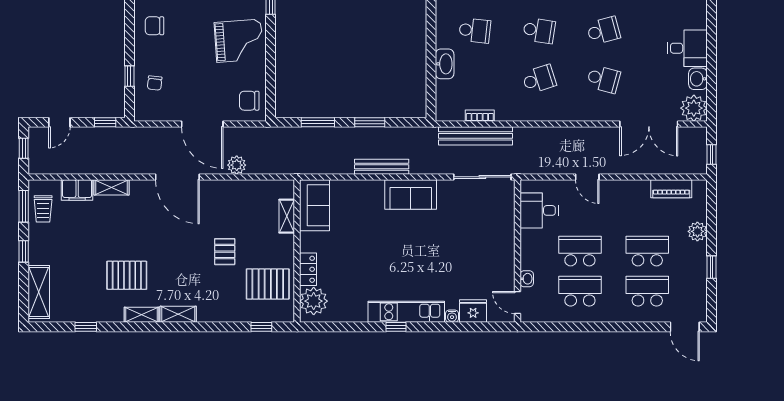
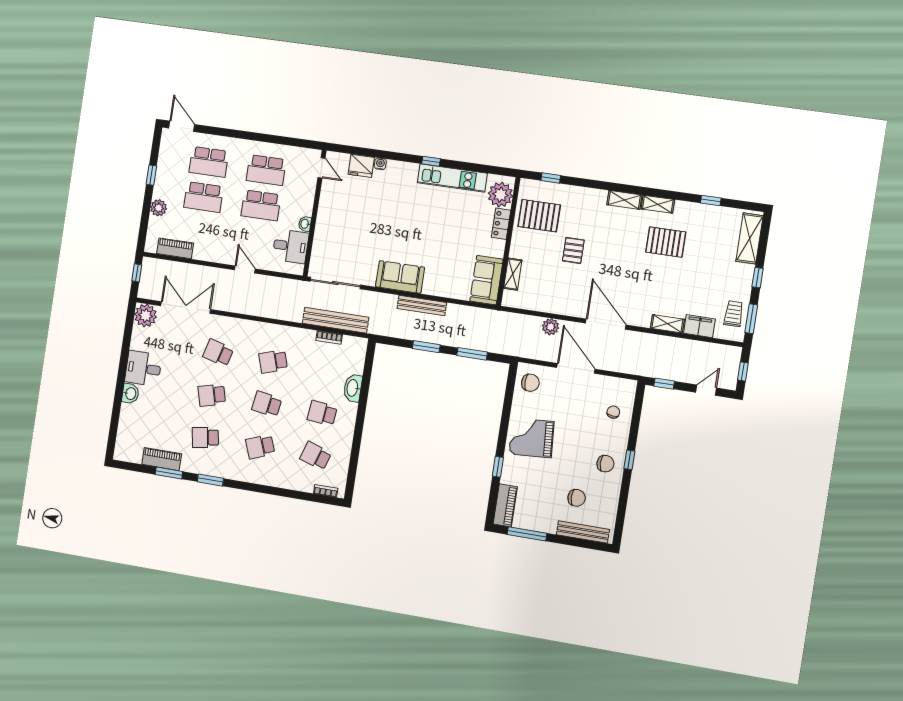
window: (129, 76) -> (629, 460), moved
washbasin: (698, 79) -> (130, 393), moved
washbasin: (527, 279) -> (305, 224), moved
kitchen unit: (406, 312) -> (452, 178), moved

